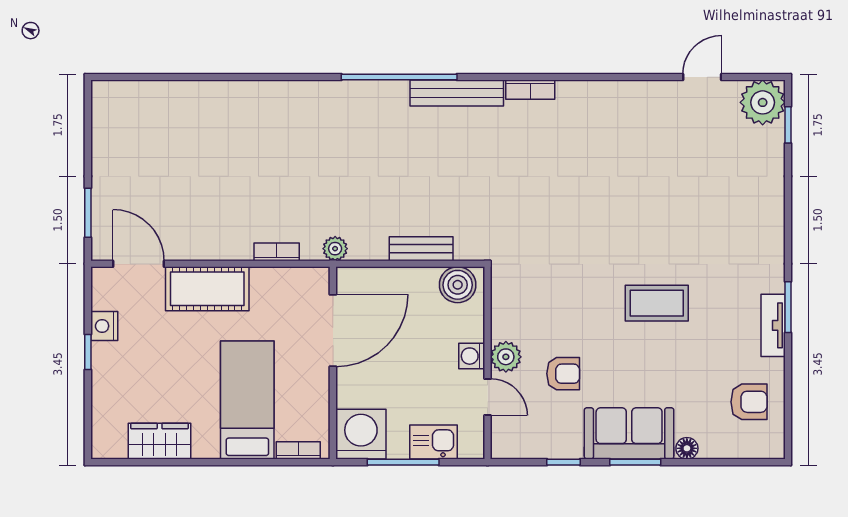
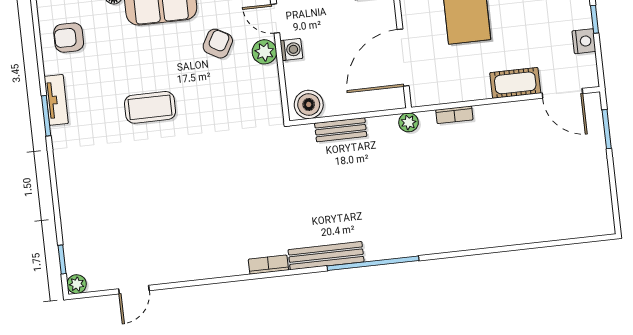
plant: (763, 102) -> (77, 284), width x0.53, depth x0.53
cot: (207, 289) -> (515, 83), width x0.73, depth x0.75
armchair: (563, 374) -> (218, 44), turned 119

